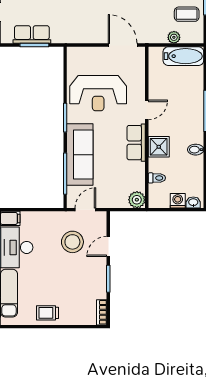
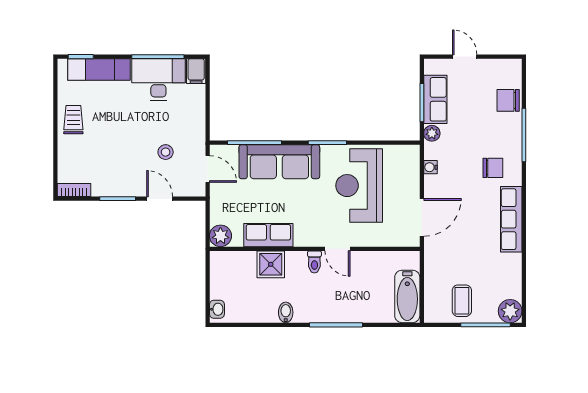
plant: (174, 37) -> (432, 133), moved
water cooler: (84, 38) -> (431, 167), added
row of seats: (136, 143) -> (268, 235), moved
shower: (159, 147) -> (271, 264), moved
toilet: (157, 178) -> (314, 262), moved
washing machine: (178, 201) -> (219, 289), removed
stool: (72, 242) -> (166, 152), width x0.53, depth x0.53

